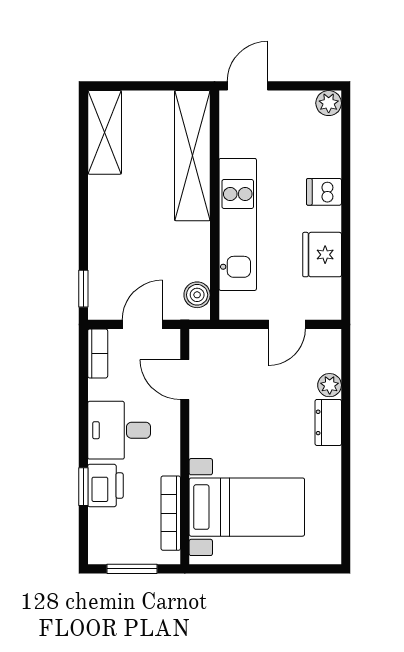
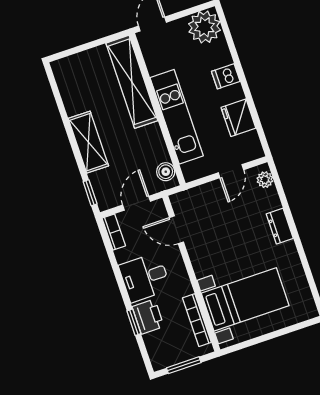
plant: (329, 103) -> (204, 27), width x1.88, depth x1.88
shelving: (105, 132) -> (88, 142), moved
plant: (330, 385) -> (265, 180), moved

